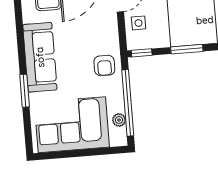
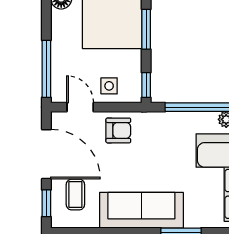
armchair: (104, 66) -> (118, 130), moved

